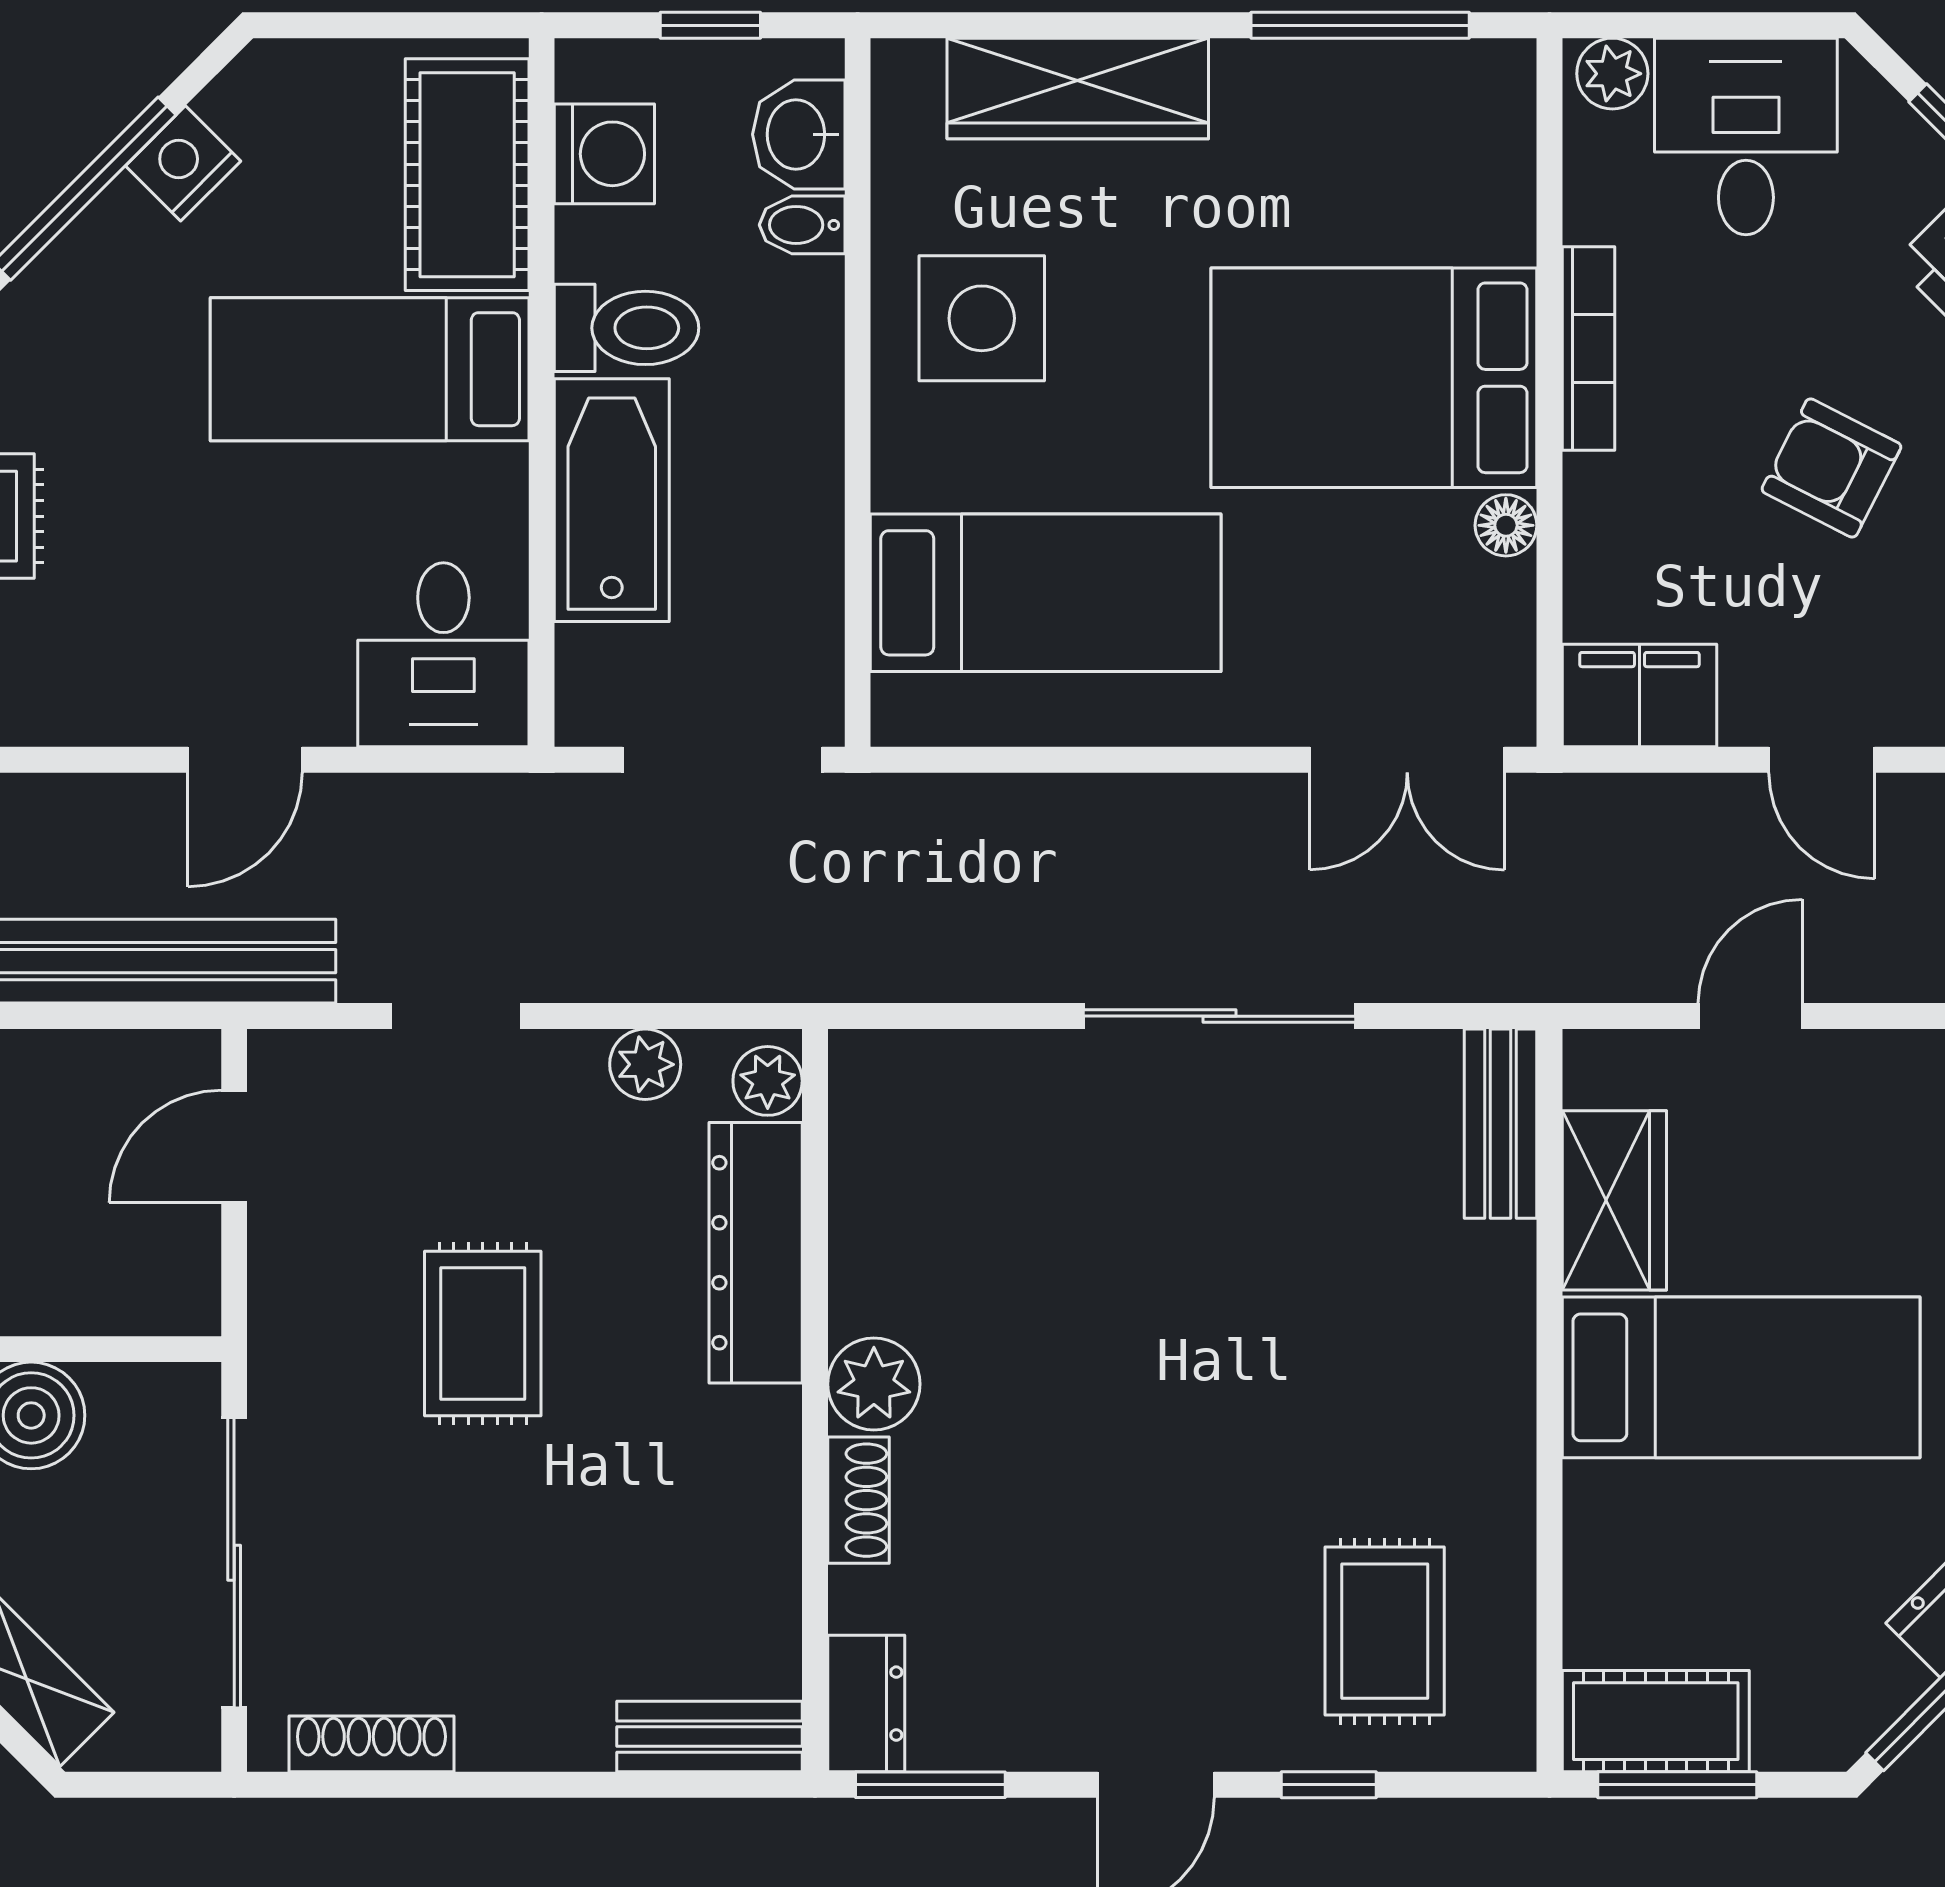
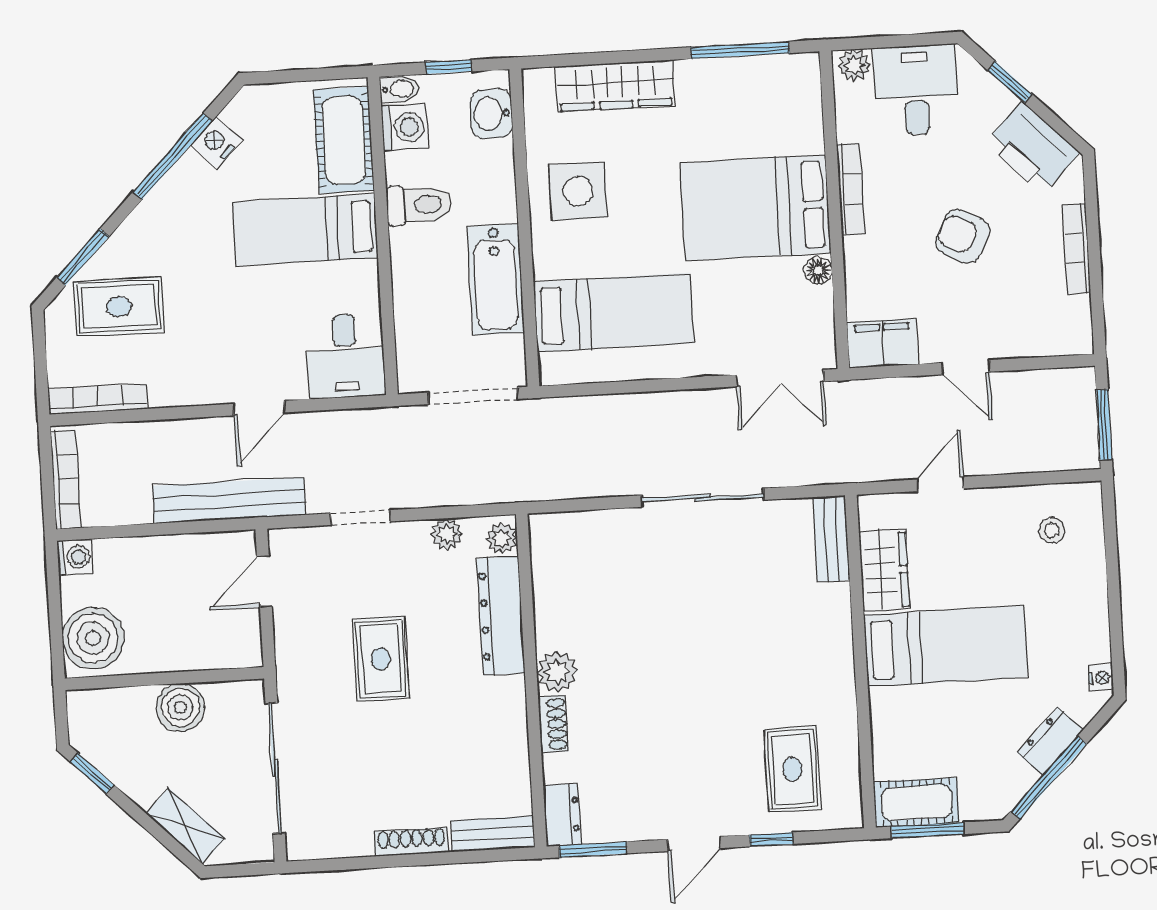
bidet: (802, 225) -> (399, 89), moved, turned 180
bathtub: (612, 500) -> (496, 280), moved, turned 180
shoe rack: (371, 1744) -> (411, 842), moved

